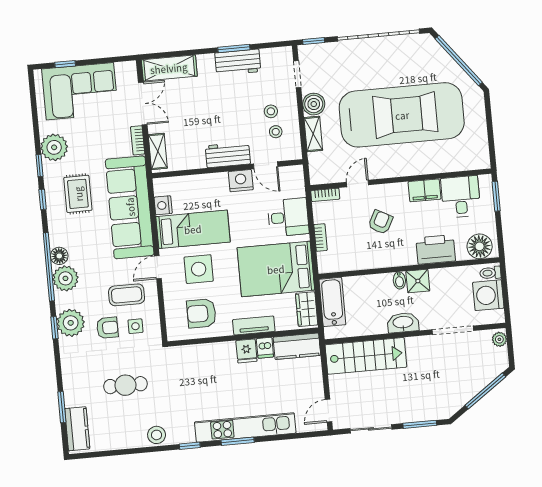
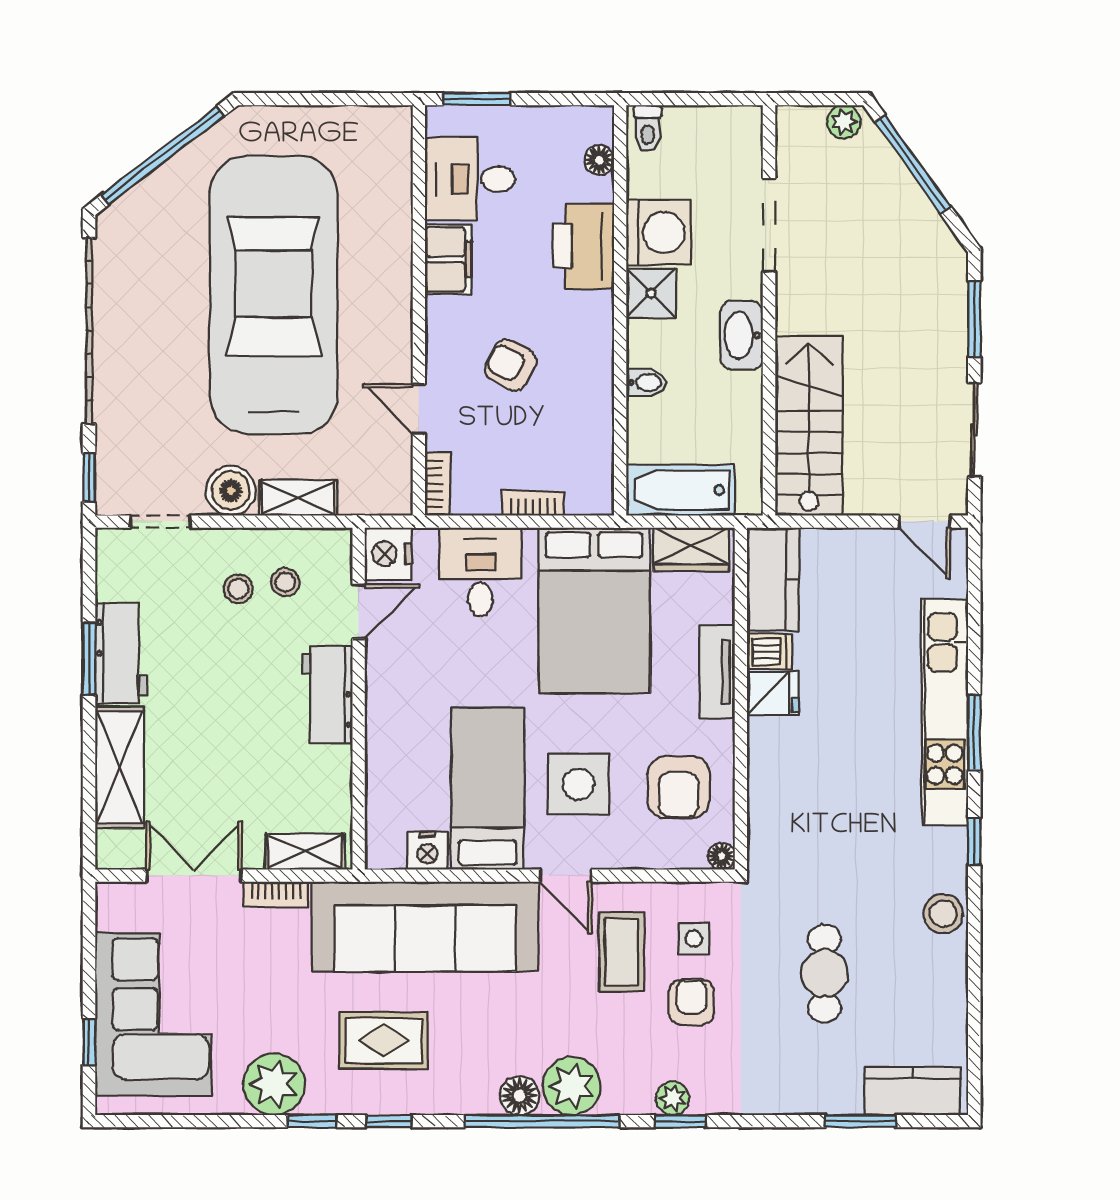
shelving: (169, 68) -> (120, 767), moved
nightstand: (241, 181) -> (388, 554), moved
floor lamp: (480, 246) -> (599, 160), width x0.53, depth x0.53
bidet: (399, 280) -> (646, 382), moved
washing machine: (488, 295) -> (659, 233), moved, turned -90
plant: (71, 323) -> (673, 1098), width x0.53, depth x0.53
floor lamp: (173, 335) -> (721, 856), added
plant: (499, 339) -> (844, 122), moved

